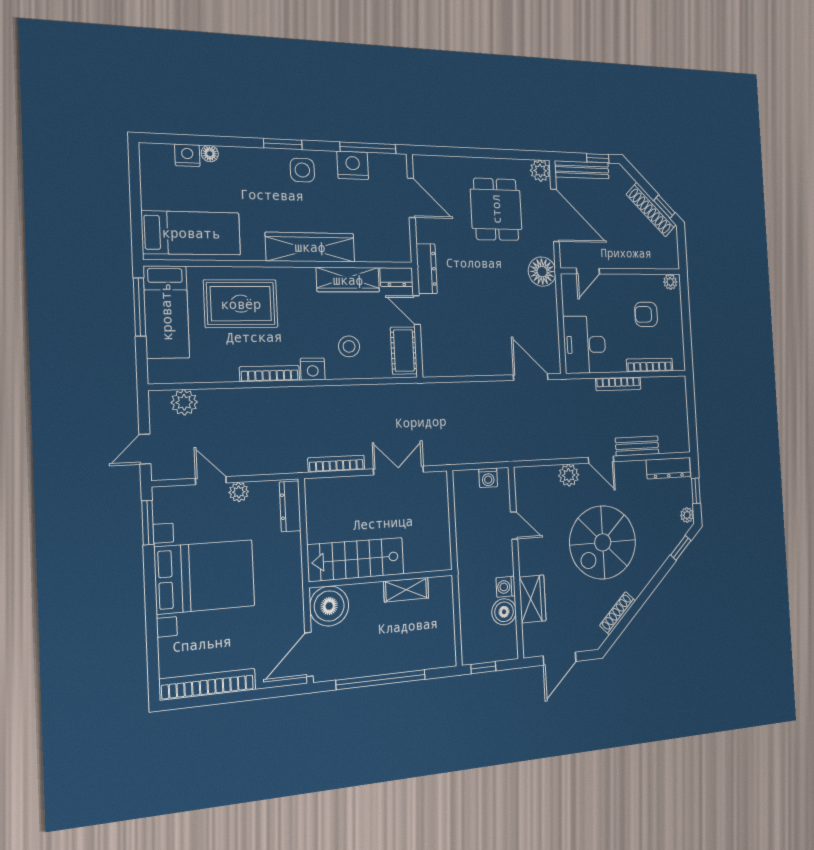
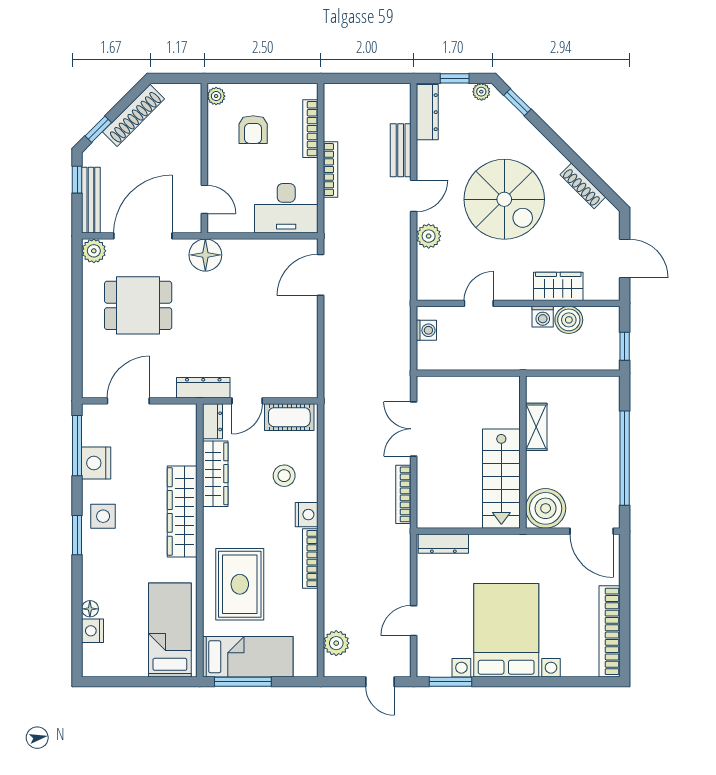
window: (664, 207) -> (98, 129), moved
plant: (239, 492) -> (426, 594), removed

